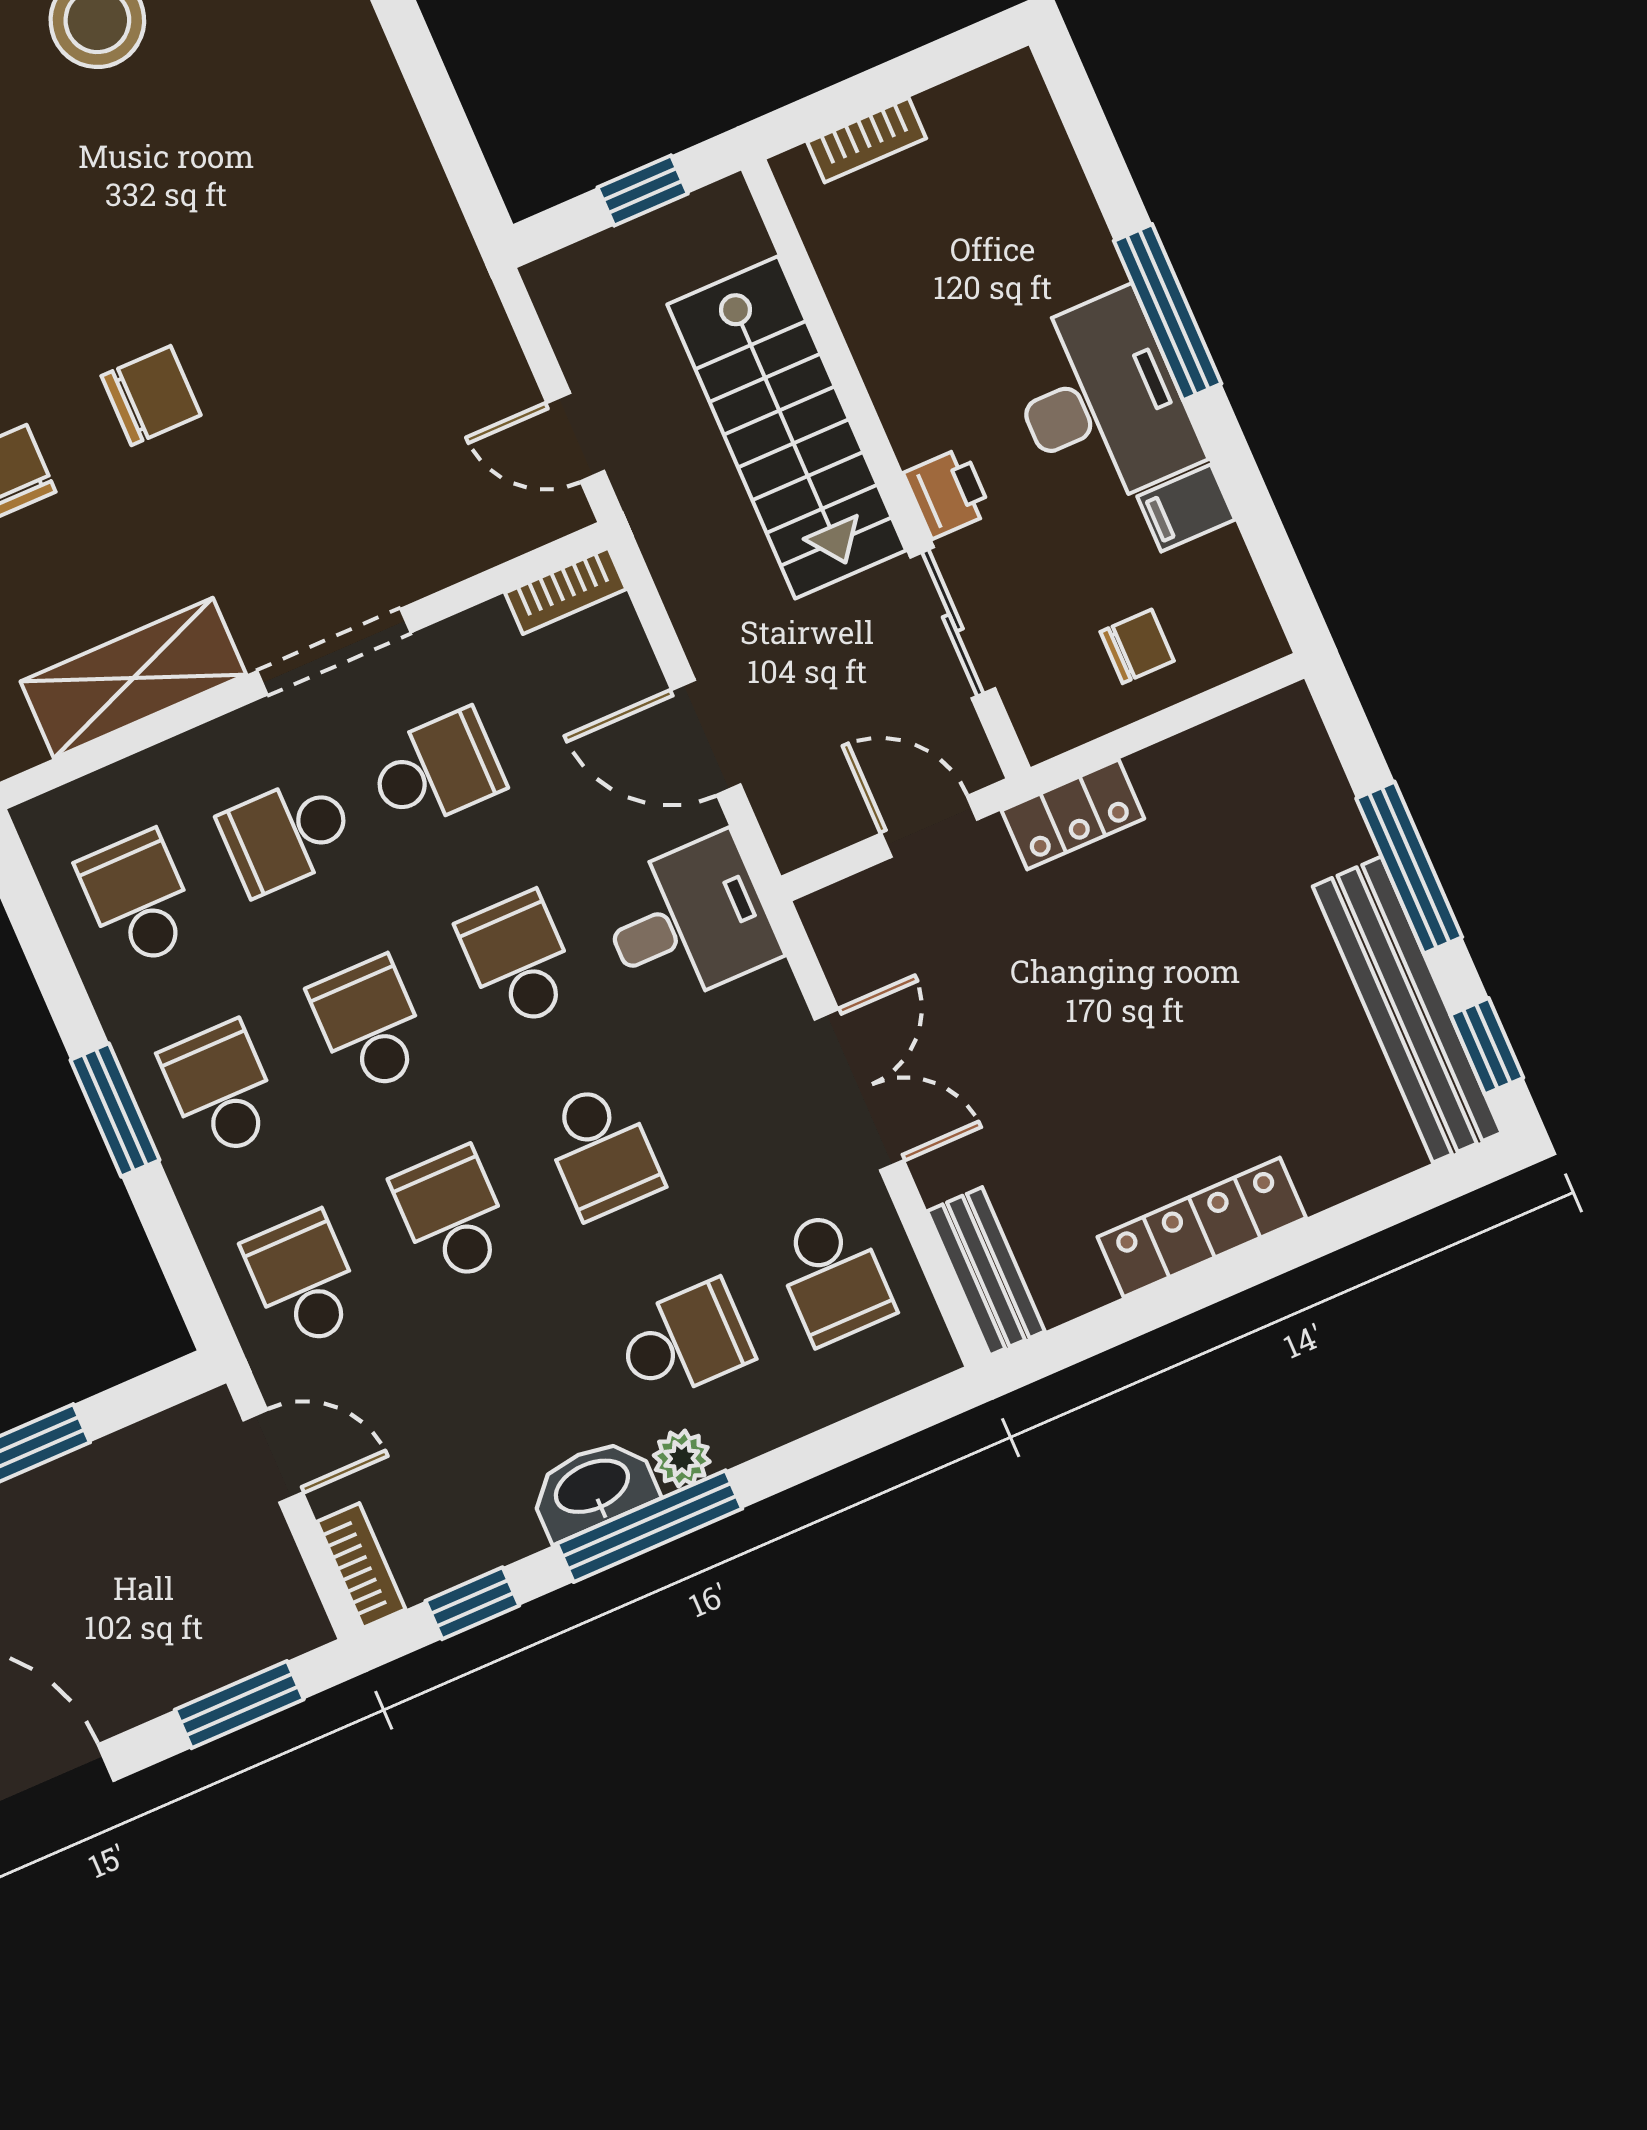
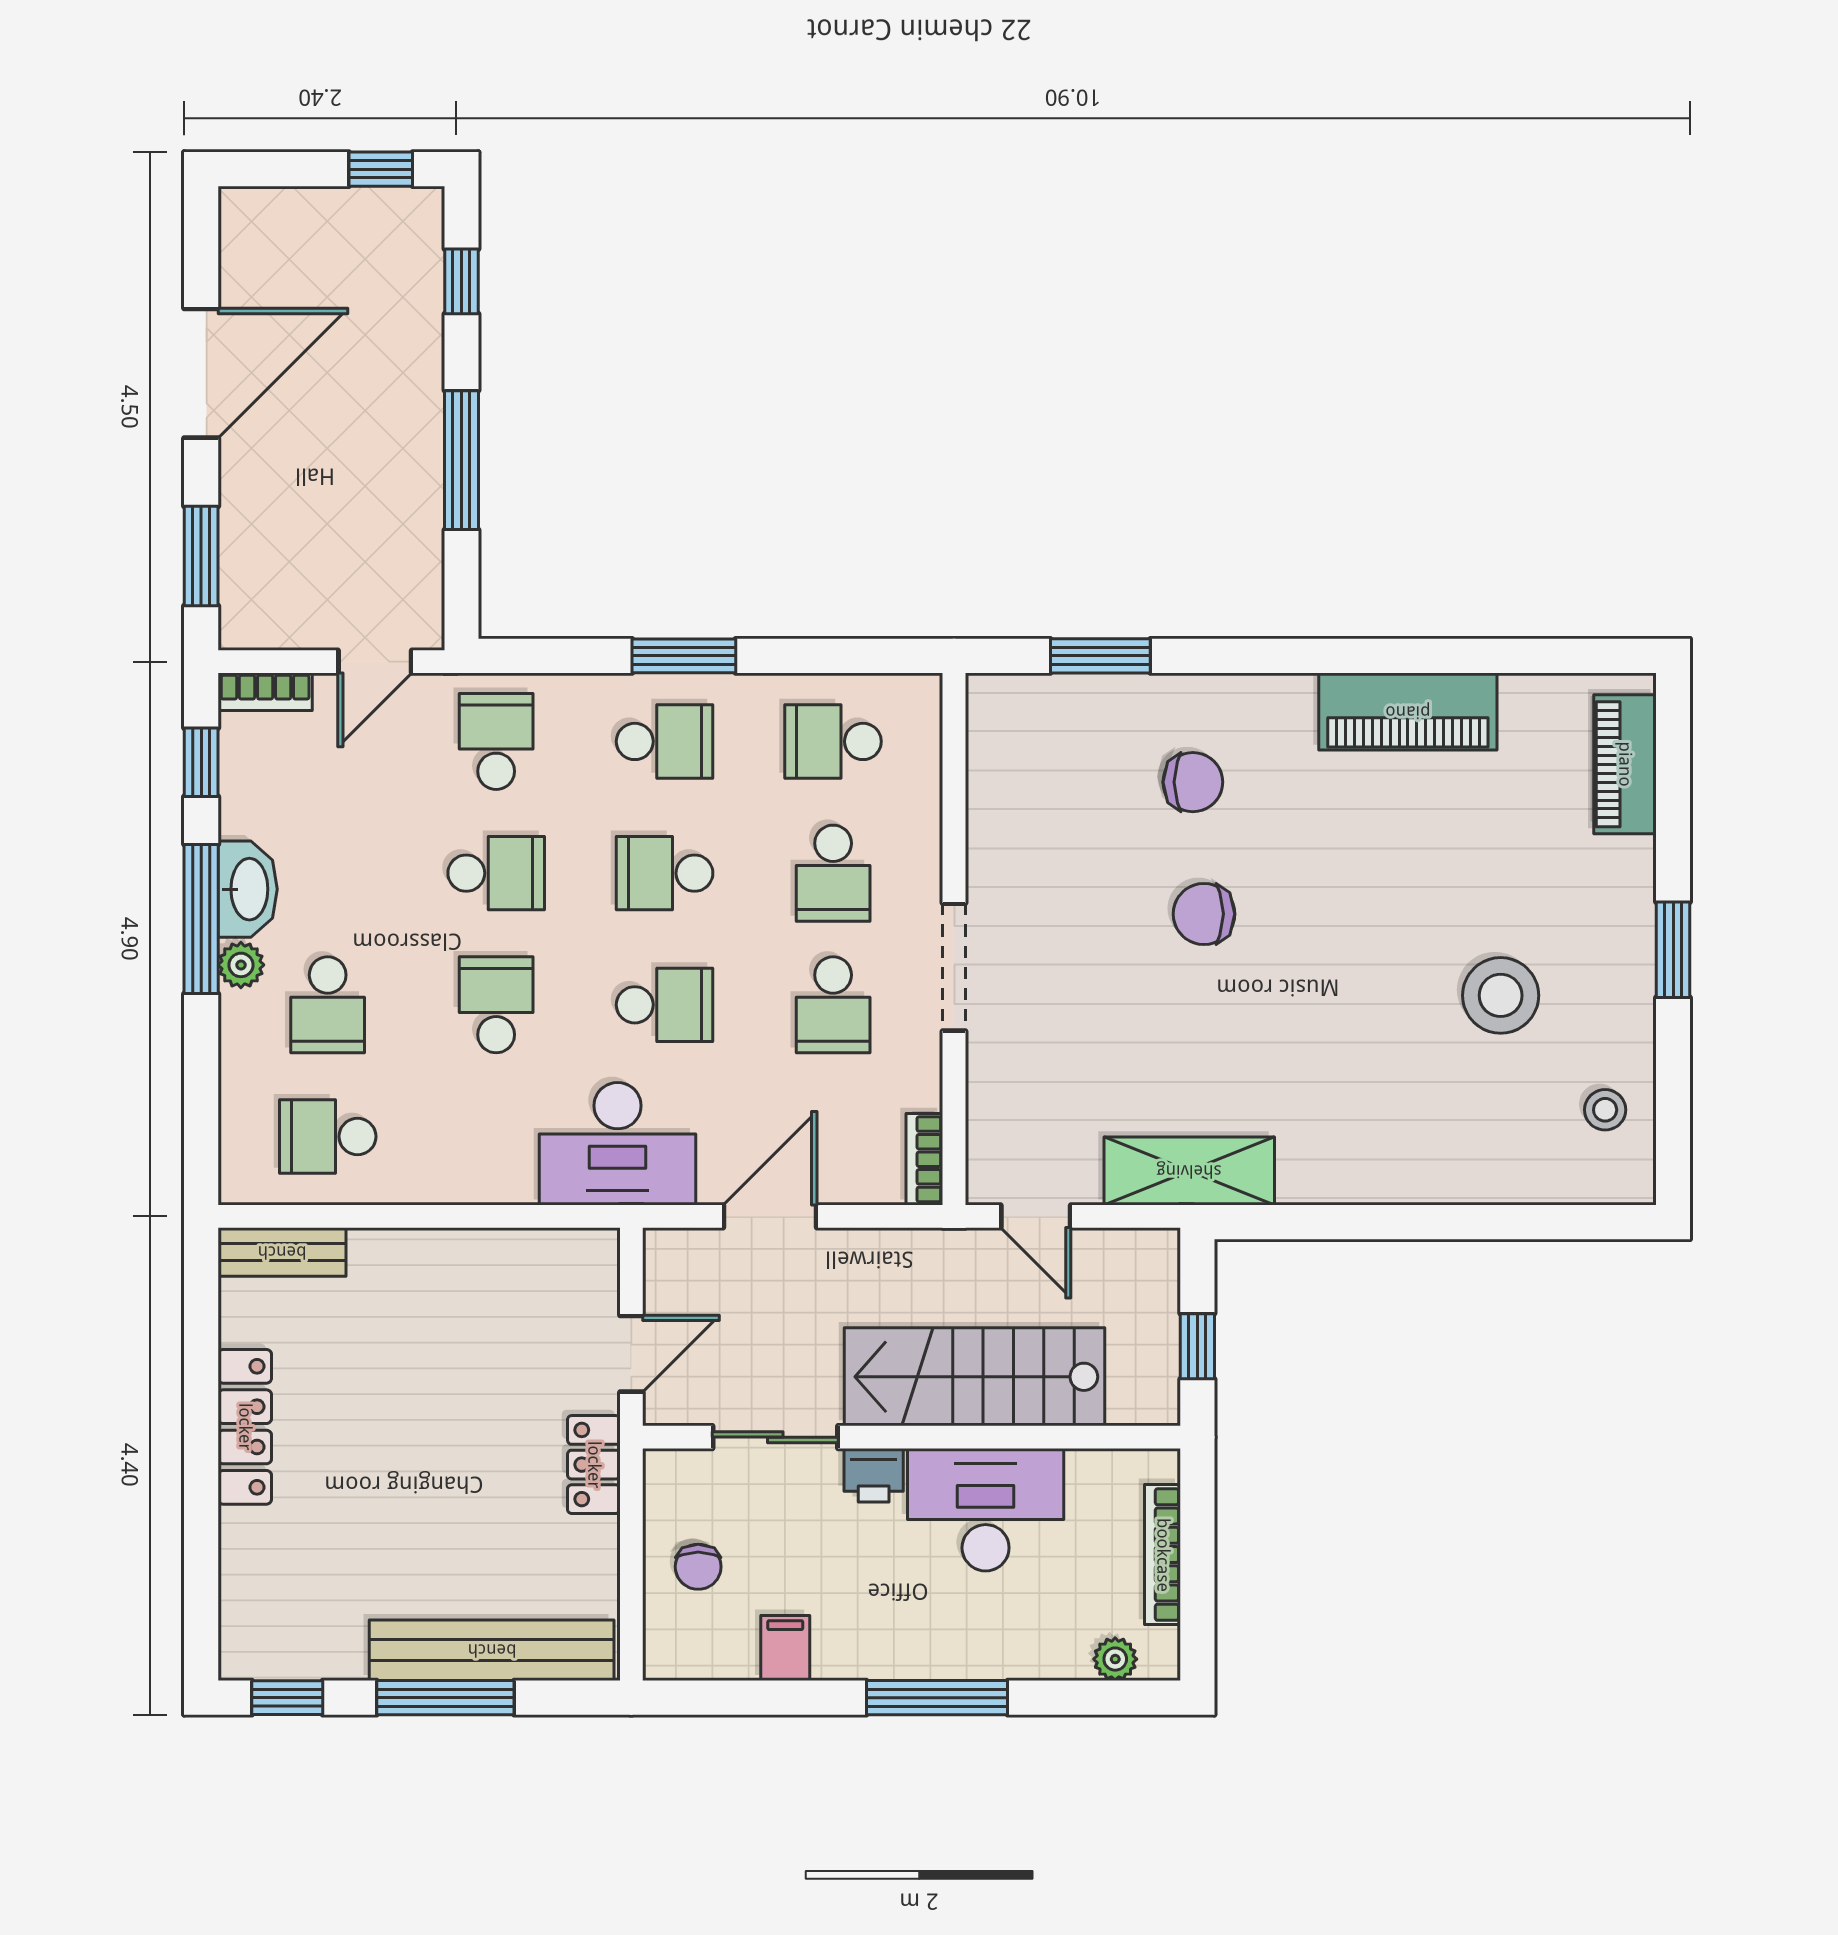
plant: (1037, 130) -> (1115, 1659), added
bookcase: (867, 140) -> (1163, 1555), width x1.56
chair: (151, 396) -> (1204, 914), turned 90
desk: (1101, 401) -> (986, 1510), moved, turned 180
door: (575, 437) -> (1036, 1216), swing flipped
shelving: (133, 678) -> (1189, 1171), moved, turned 90
school desk: (287, 835) -> (833, 873), turned 180
school desk: (138, 899) -> (833, 741), turned 180
desk: (688, 921) -> (618, 1144), width x1.37
bench: (1407, 1010) -> (492, 1650), moved
school desk: (370, 1025) -> (665, 873), turned 180
double door: (859, 1090) -> (458, 1216), removed
school desk: (601, 1151) -> (496, 1005), turned 90
school desk: (304, 1280) -> (496, 741), turned -90

